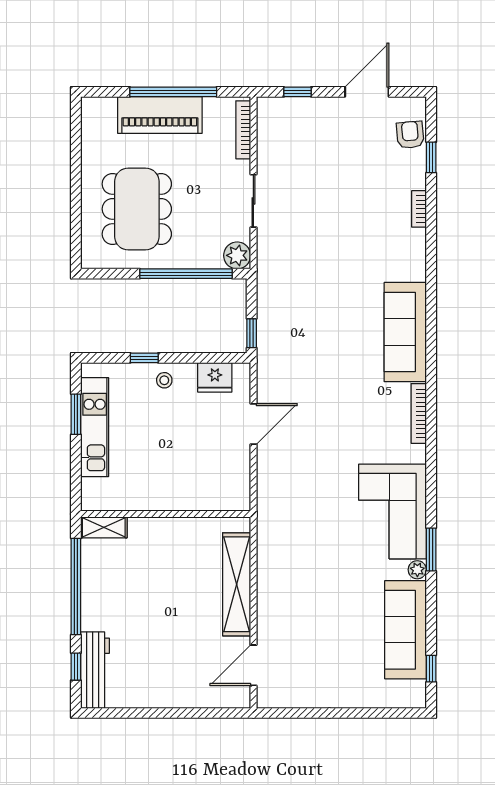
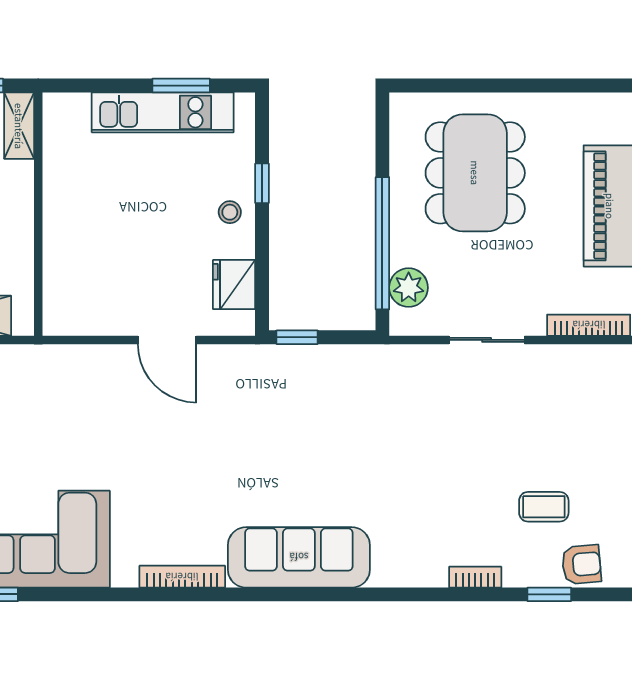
coffee table: (370, 161) -> (544, 507), added
dining table: (137, 209) -> (475, 173), turned 90
plant: (237, 255) -> (409, 288), moved

